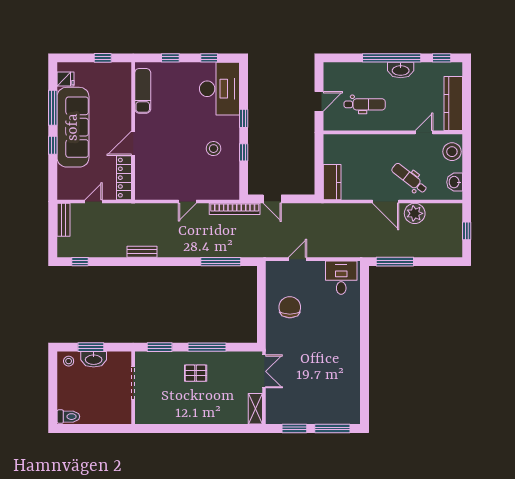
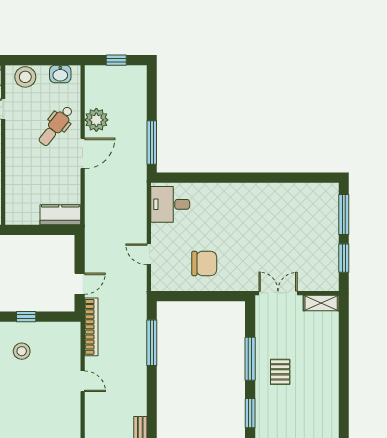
chair: (290, 307) -> (204, 263), turned 180

